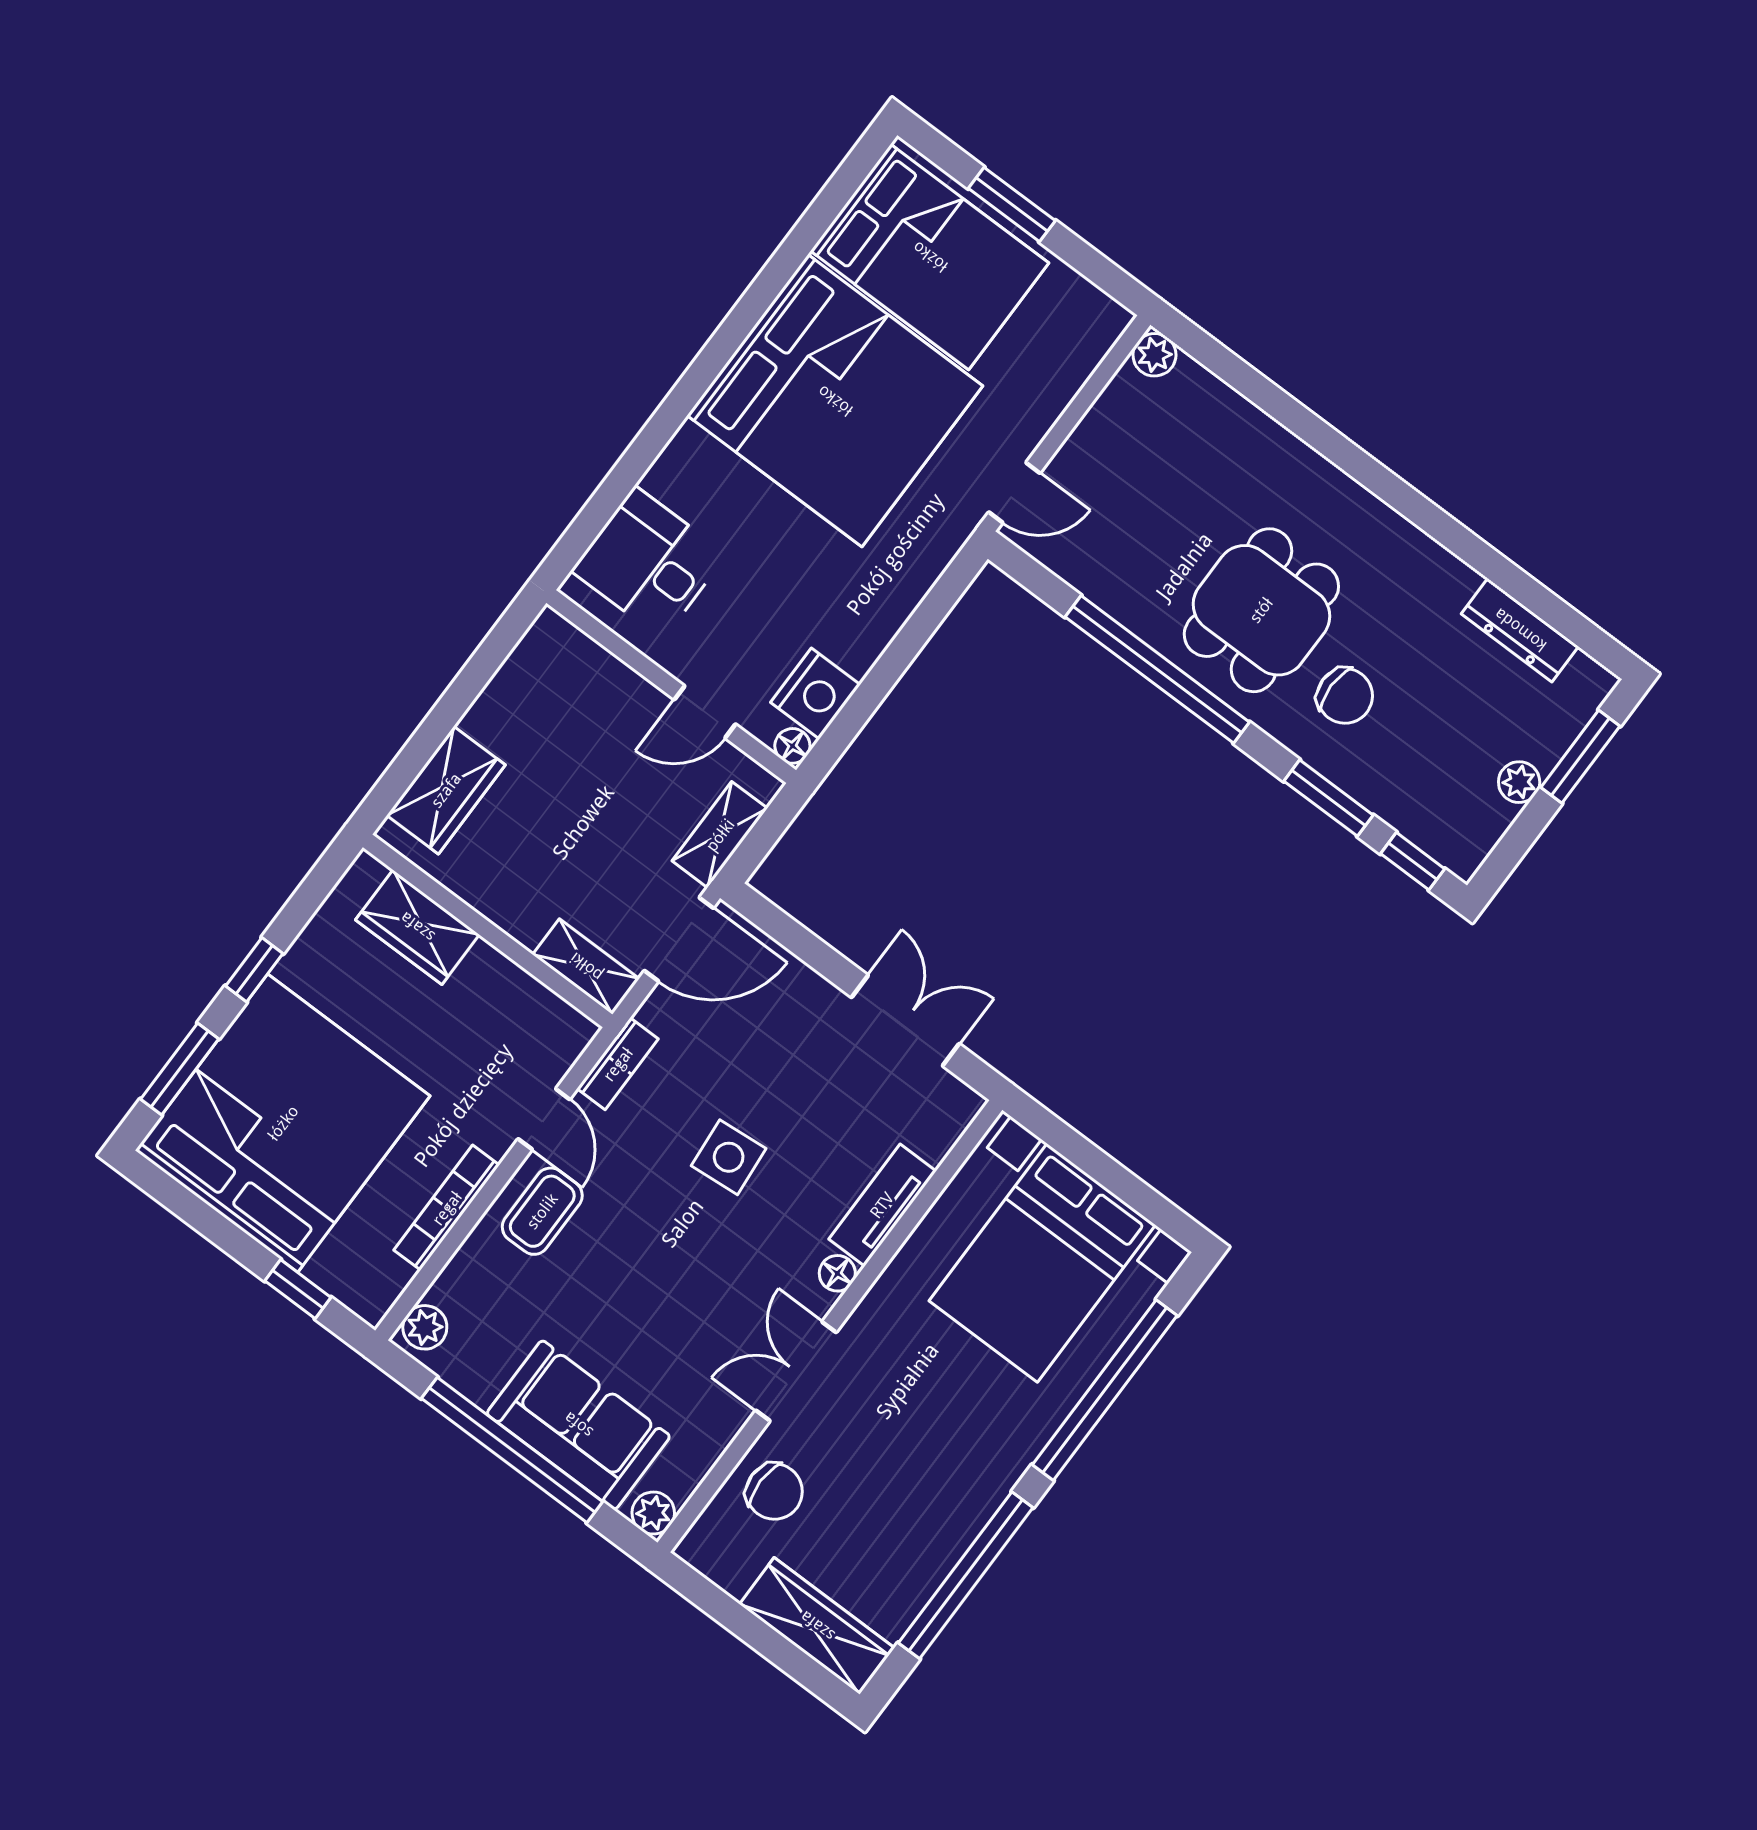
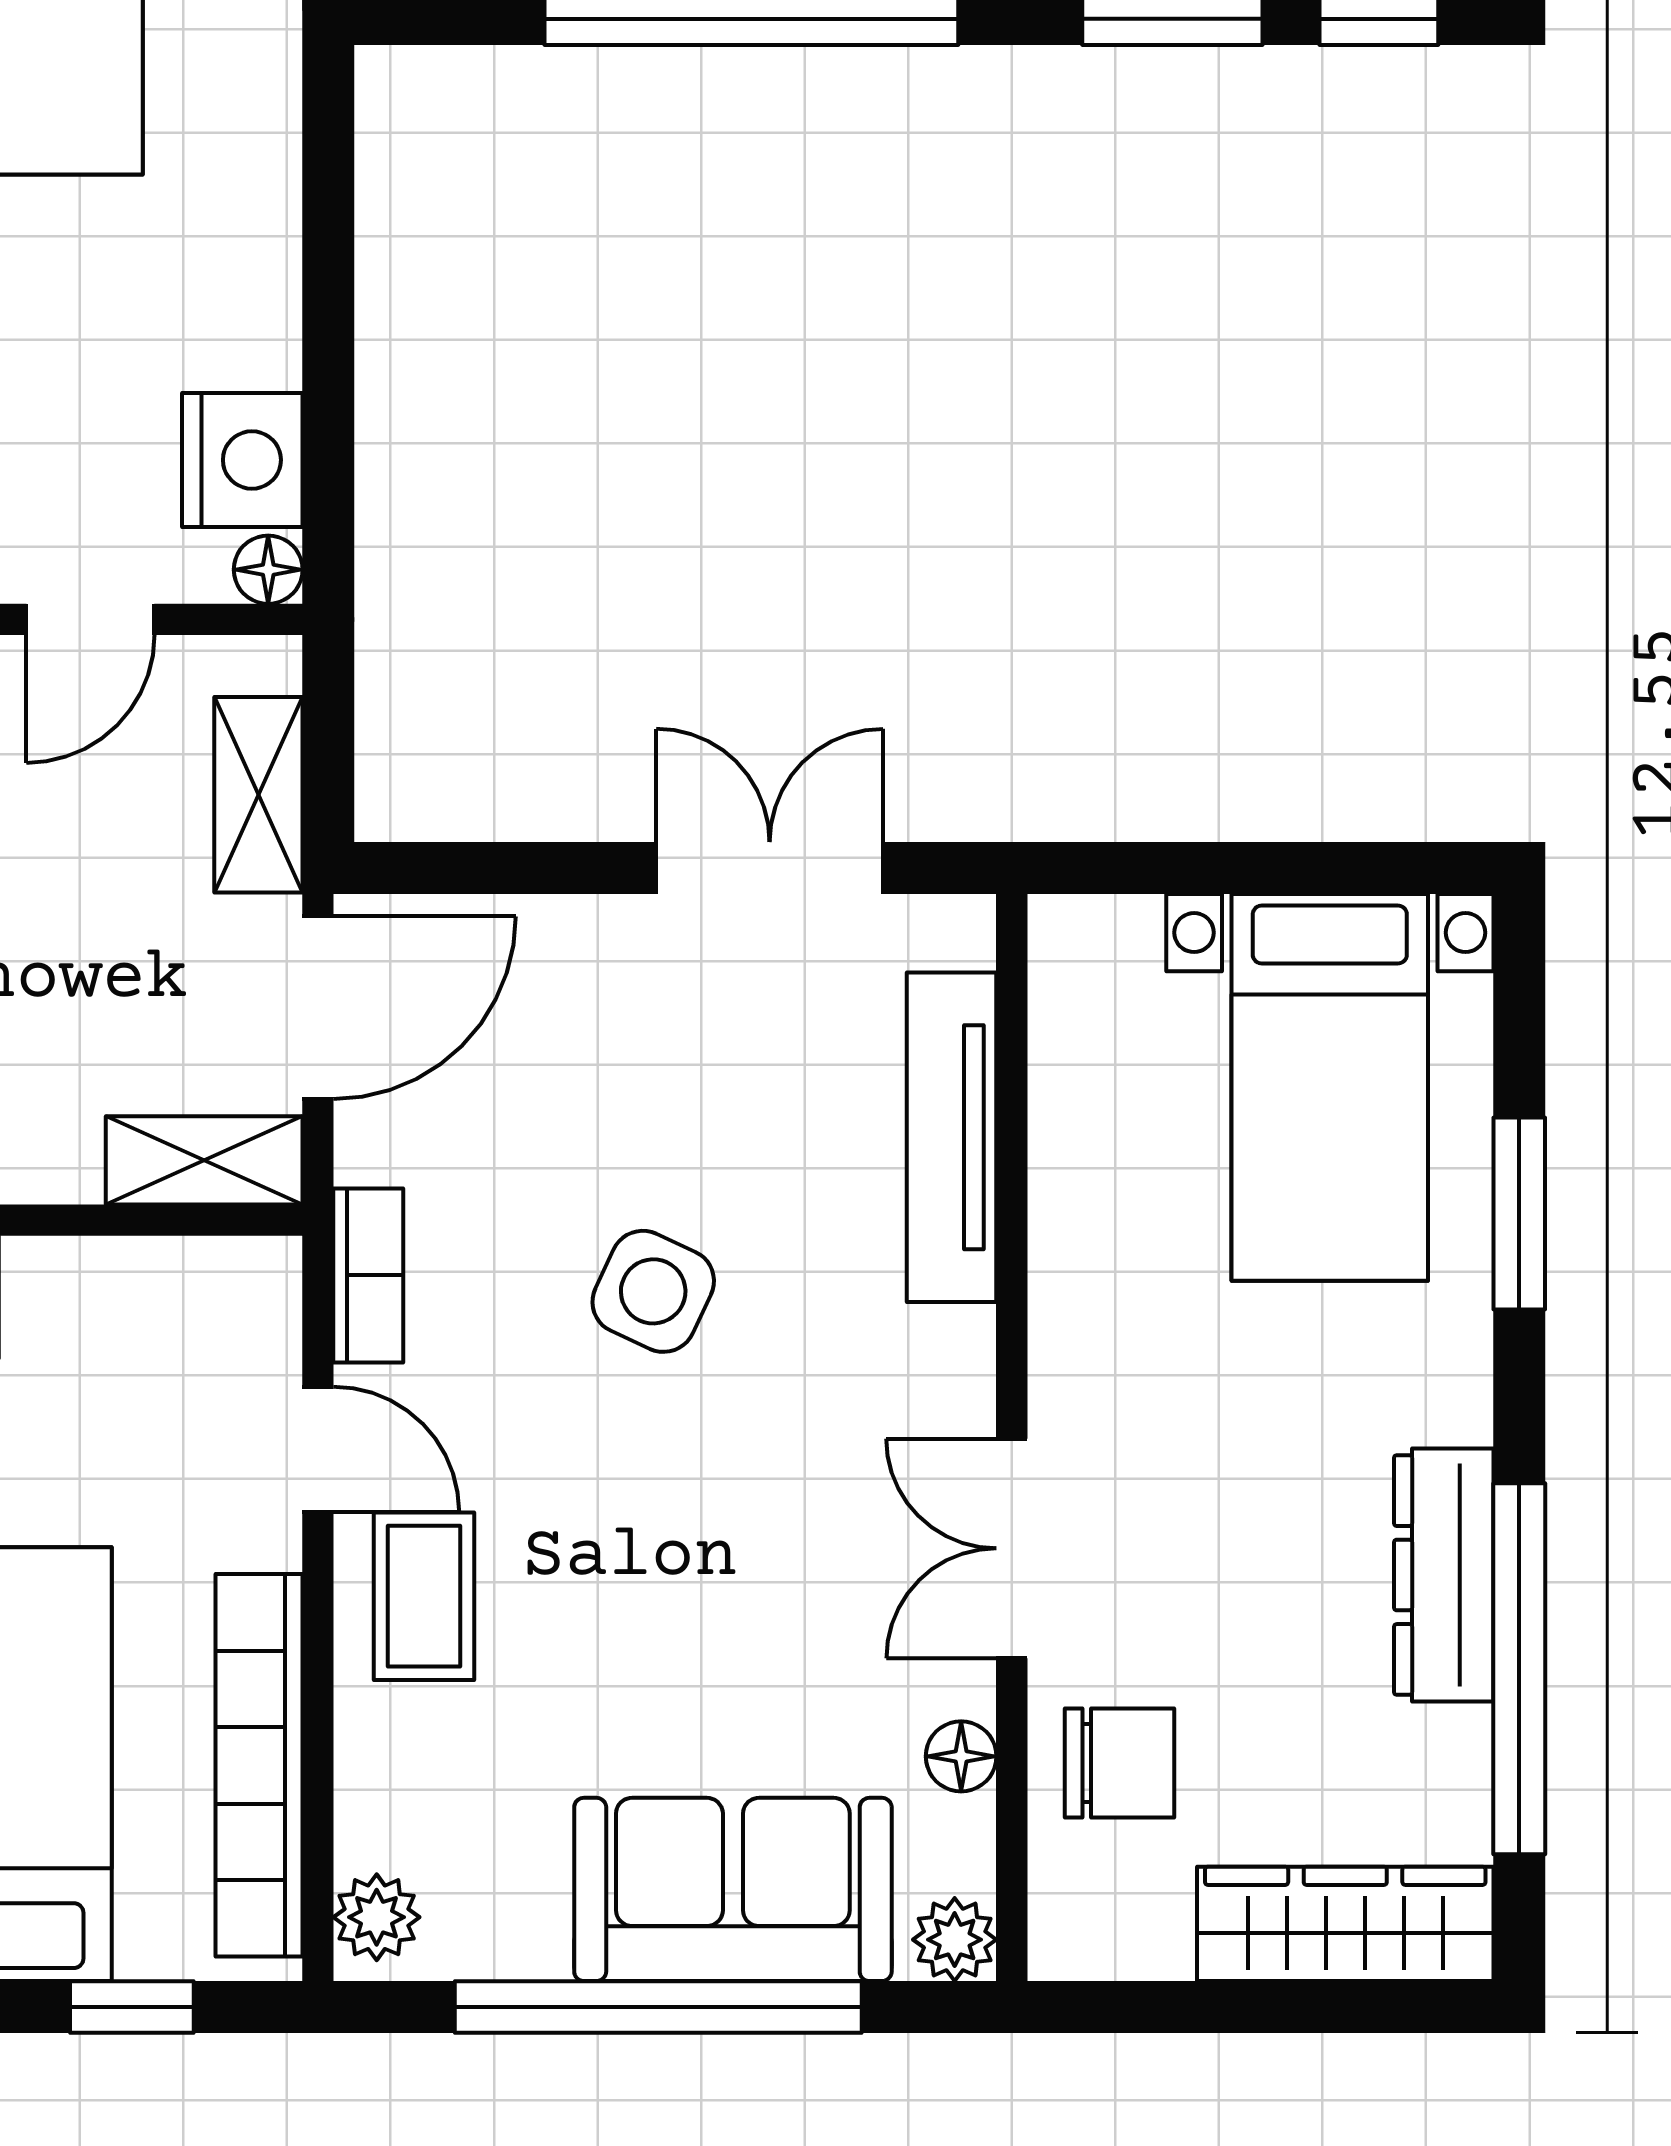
side table: (729, 1157) -> (653, 1291), turned 30
tv unit: (882, 1205) -> (952, 1137), width x1.41
bookcase: (447, 1208) -> (259, 1765), width x1.48, depth x1.31
bed with nightstands: (1042, 1263) -> (1330, 1087), width x0.73
floor lamp: (837, 1273) -> (961, 1756), moved
window: (1105, 1390) -> (1519, 1213), width x0.47
dresser: (964, 1514) -> (1444, 1575), added

